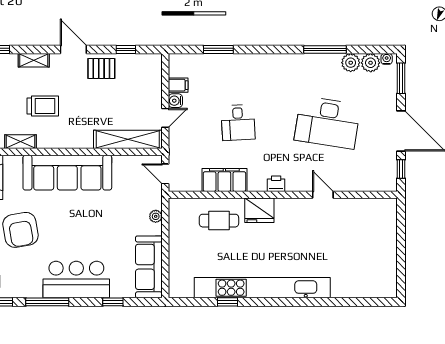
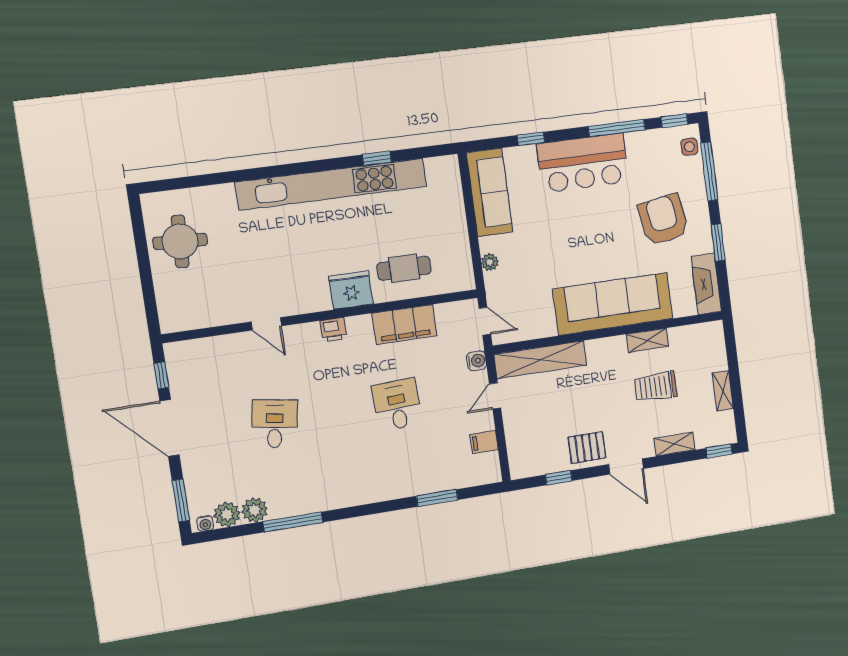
water cooler: (175, 101) -> (477, 361), moved
desk: (327, 123) -> (275, 424), width x0.53, depth x0.77
shelving: (21, 142) -> (647, 340), moved
round table: (374, 261) -> (180, 241), added

